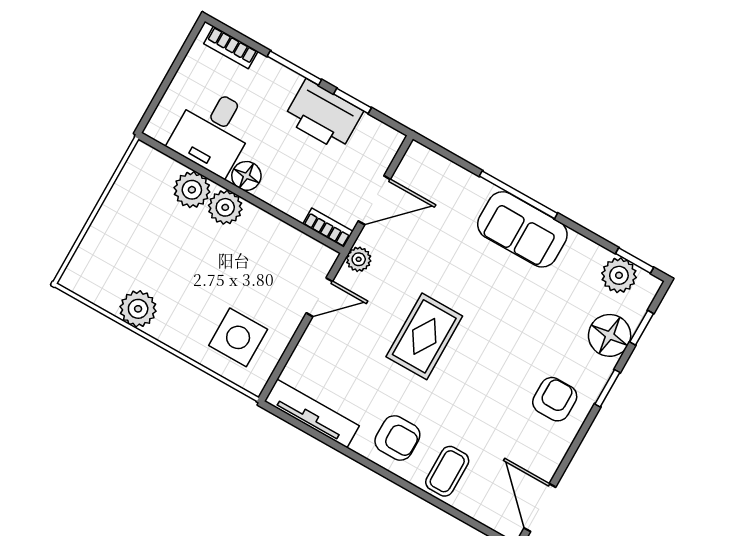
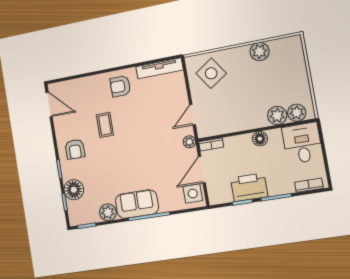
desk: (213, 131) -> (302, 143), moved
side table: (419, 175) -> (193, 194), added
plant: (225, 207) -> (297, 113), moved
plant: (619, 275) -> (108, 212), moved
rug: (424, 336) -> (141, 133), removed
side table: (238, 337) -> (211, 73), turned -34
coffee table: (447, 471) -> (105, 125), moved

